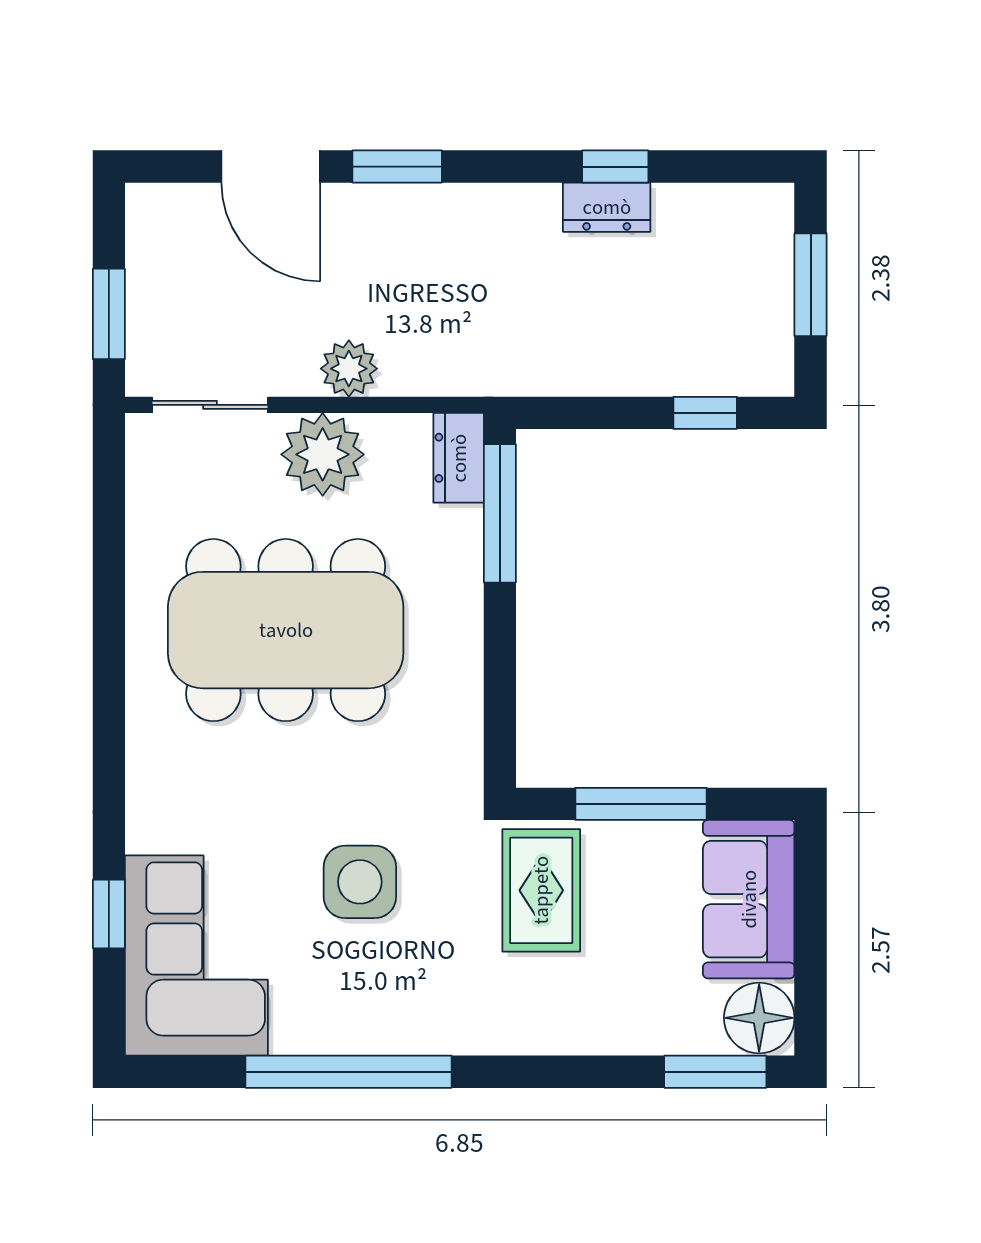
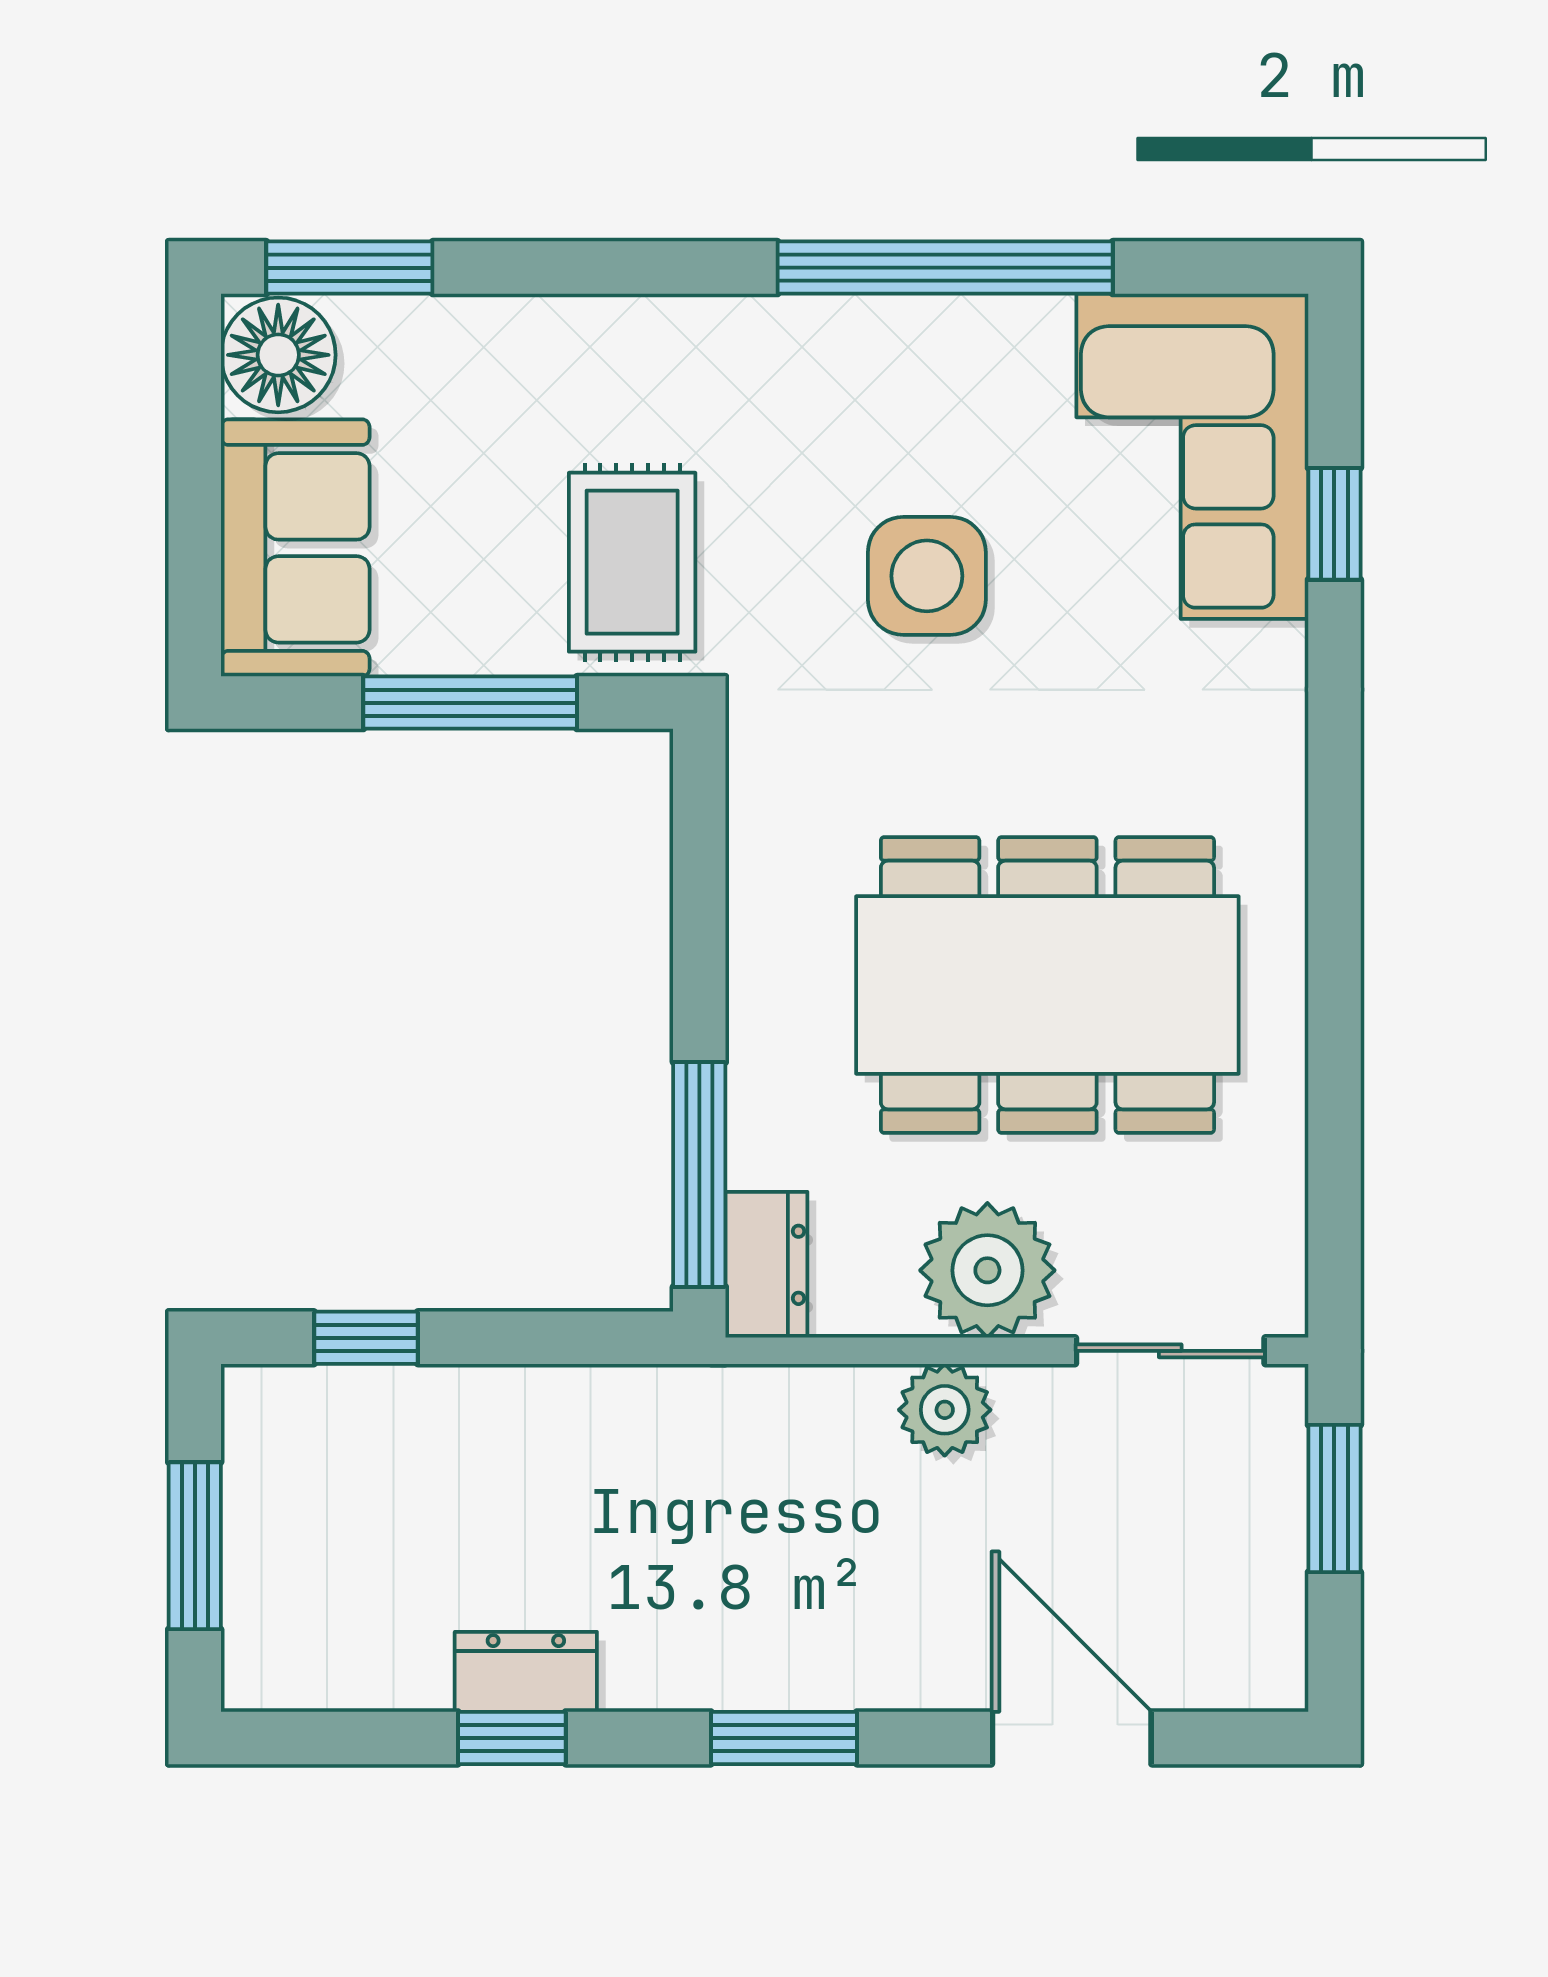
window: (397, 167) -> (784, 1738), moved

